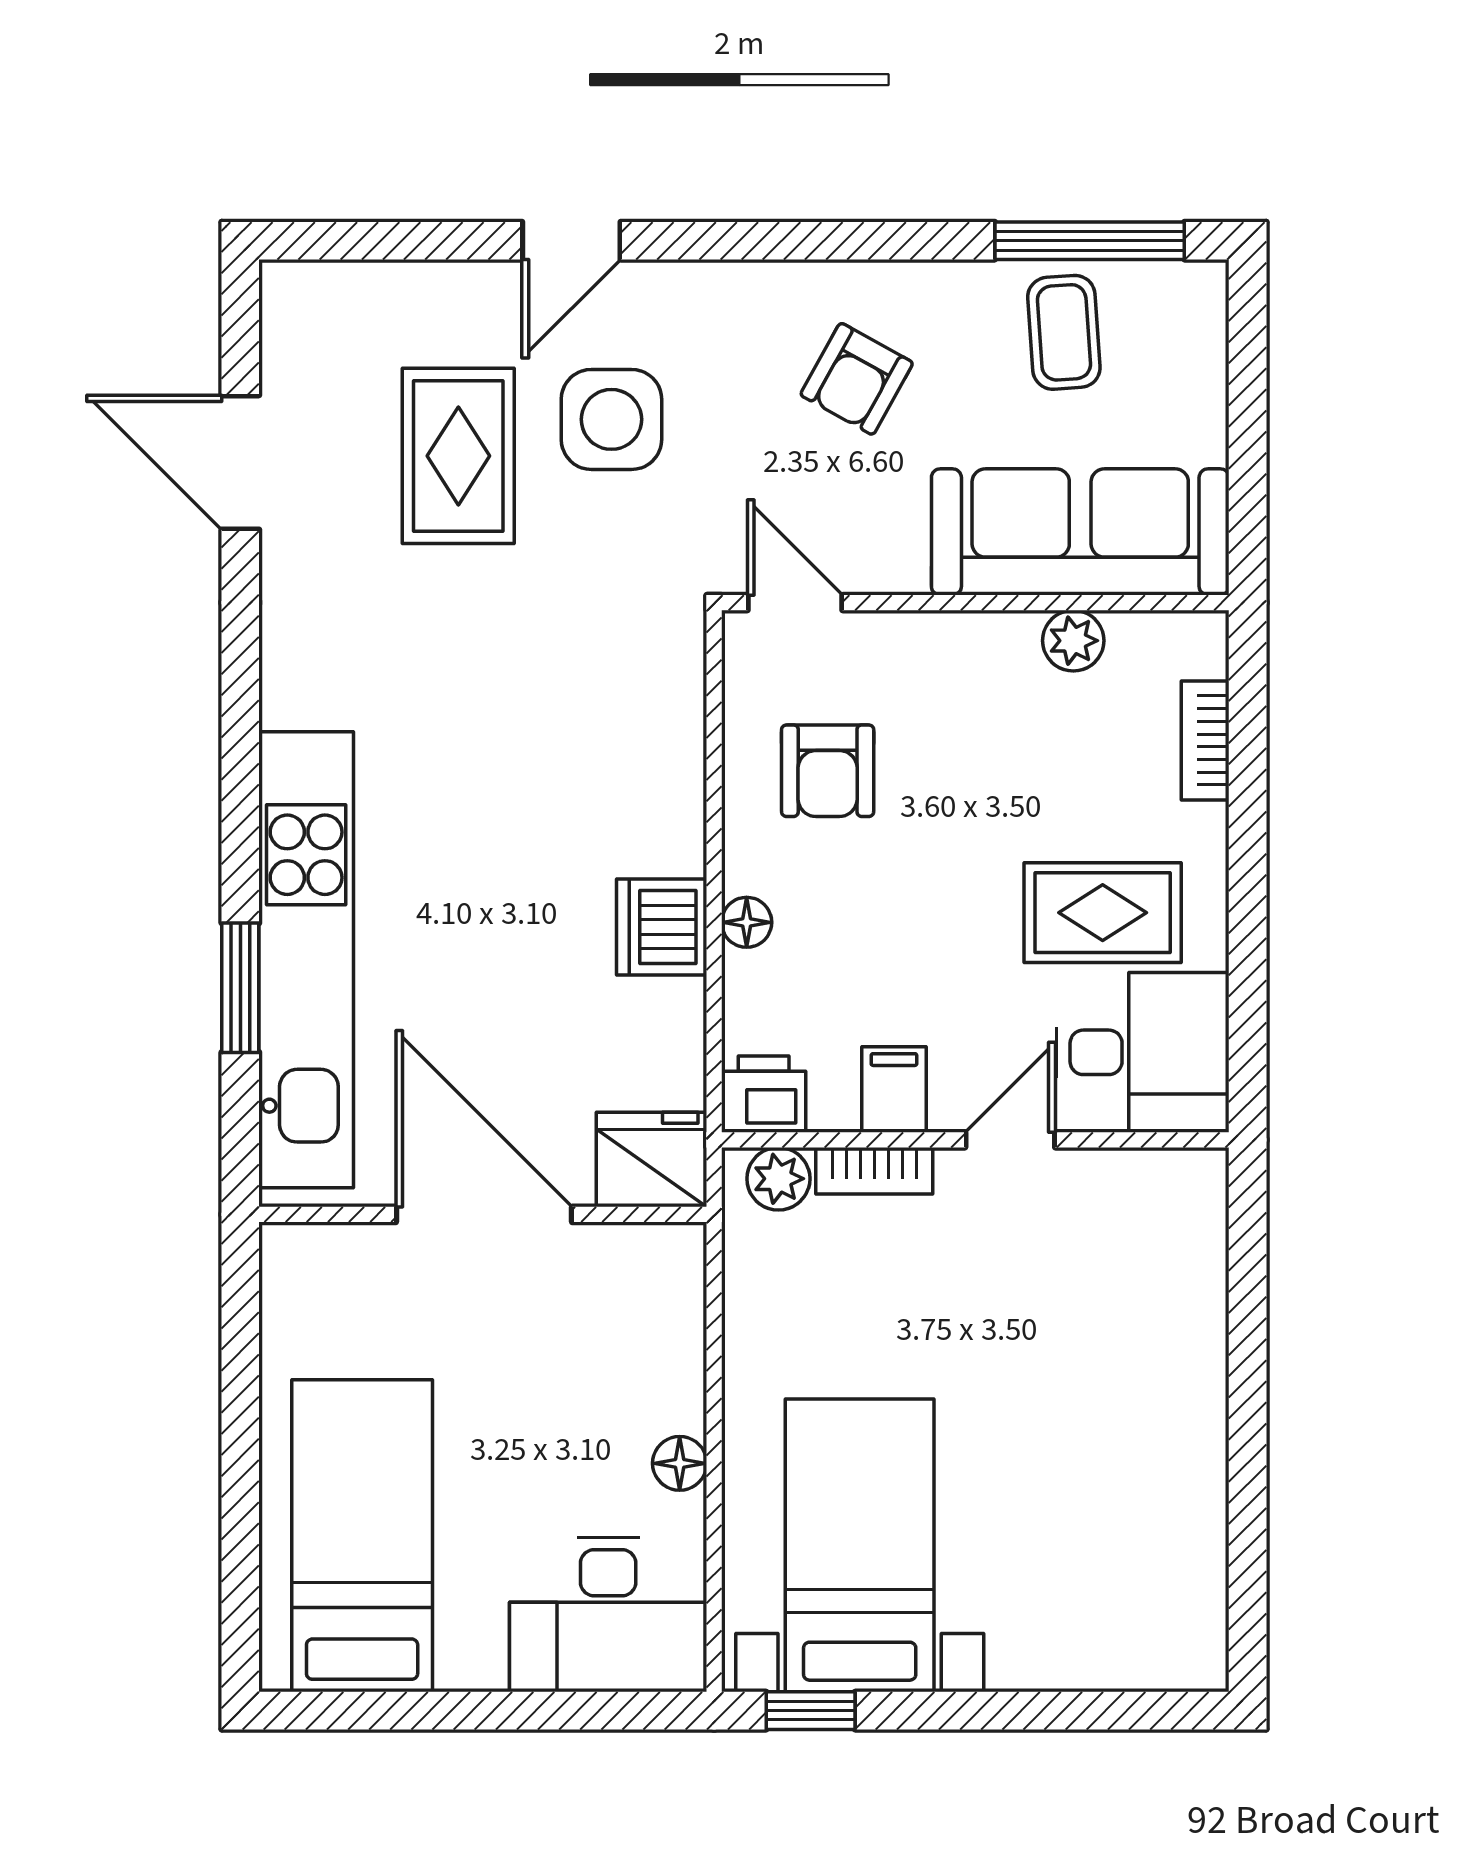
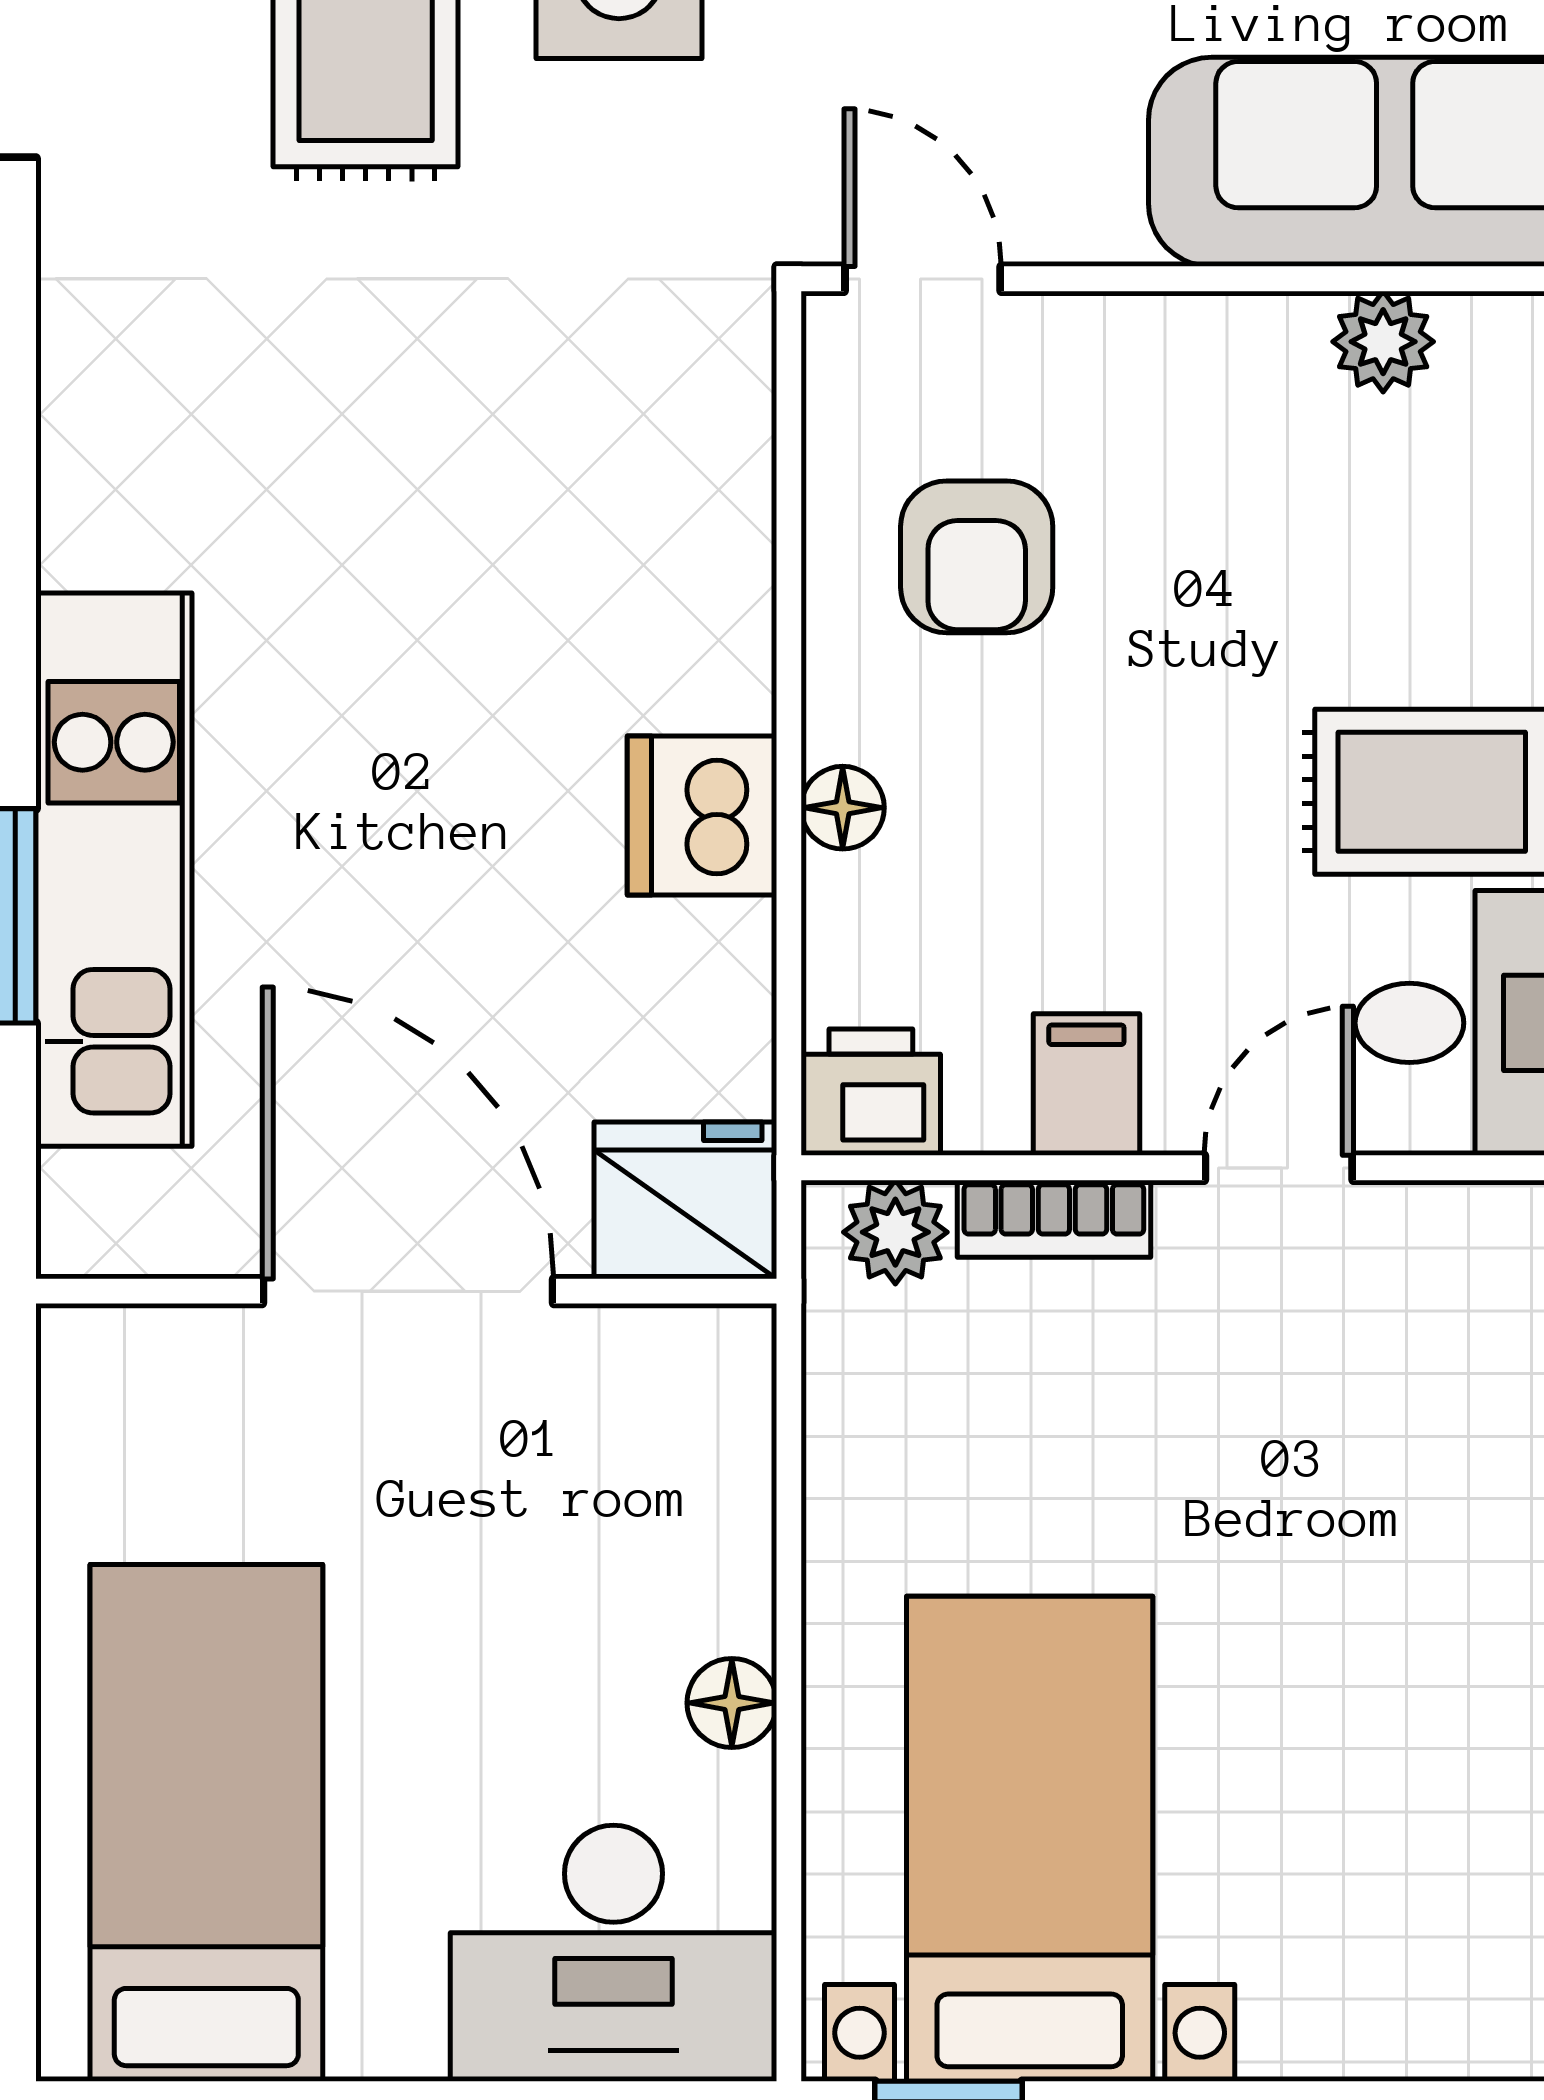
kitchen unit: (306, 960) -> (114, 870), width x0.73

